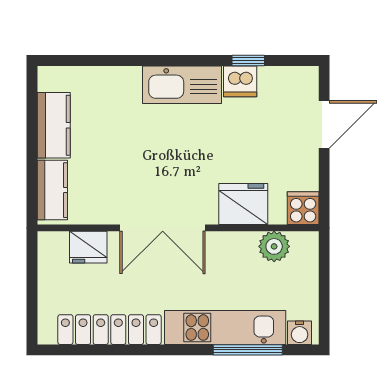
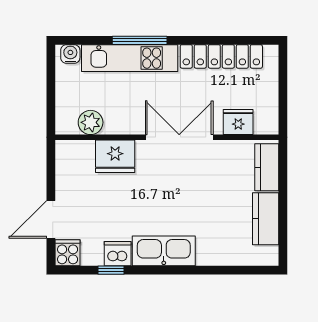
cooker: (303, 208) -> (68, 253), moved, turned 180
window: (248, 350) -> (140, 40), moved

